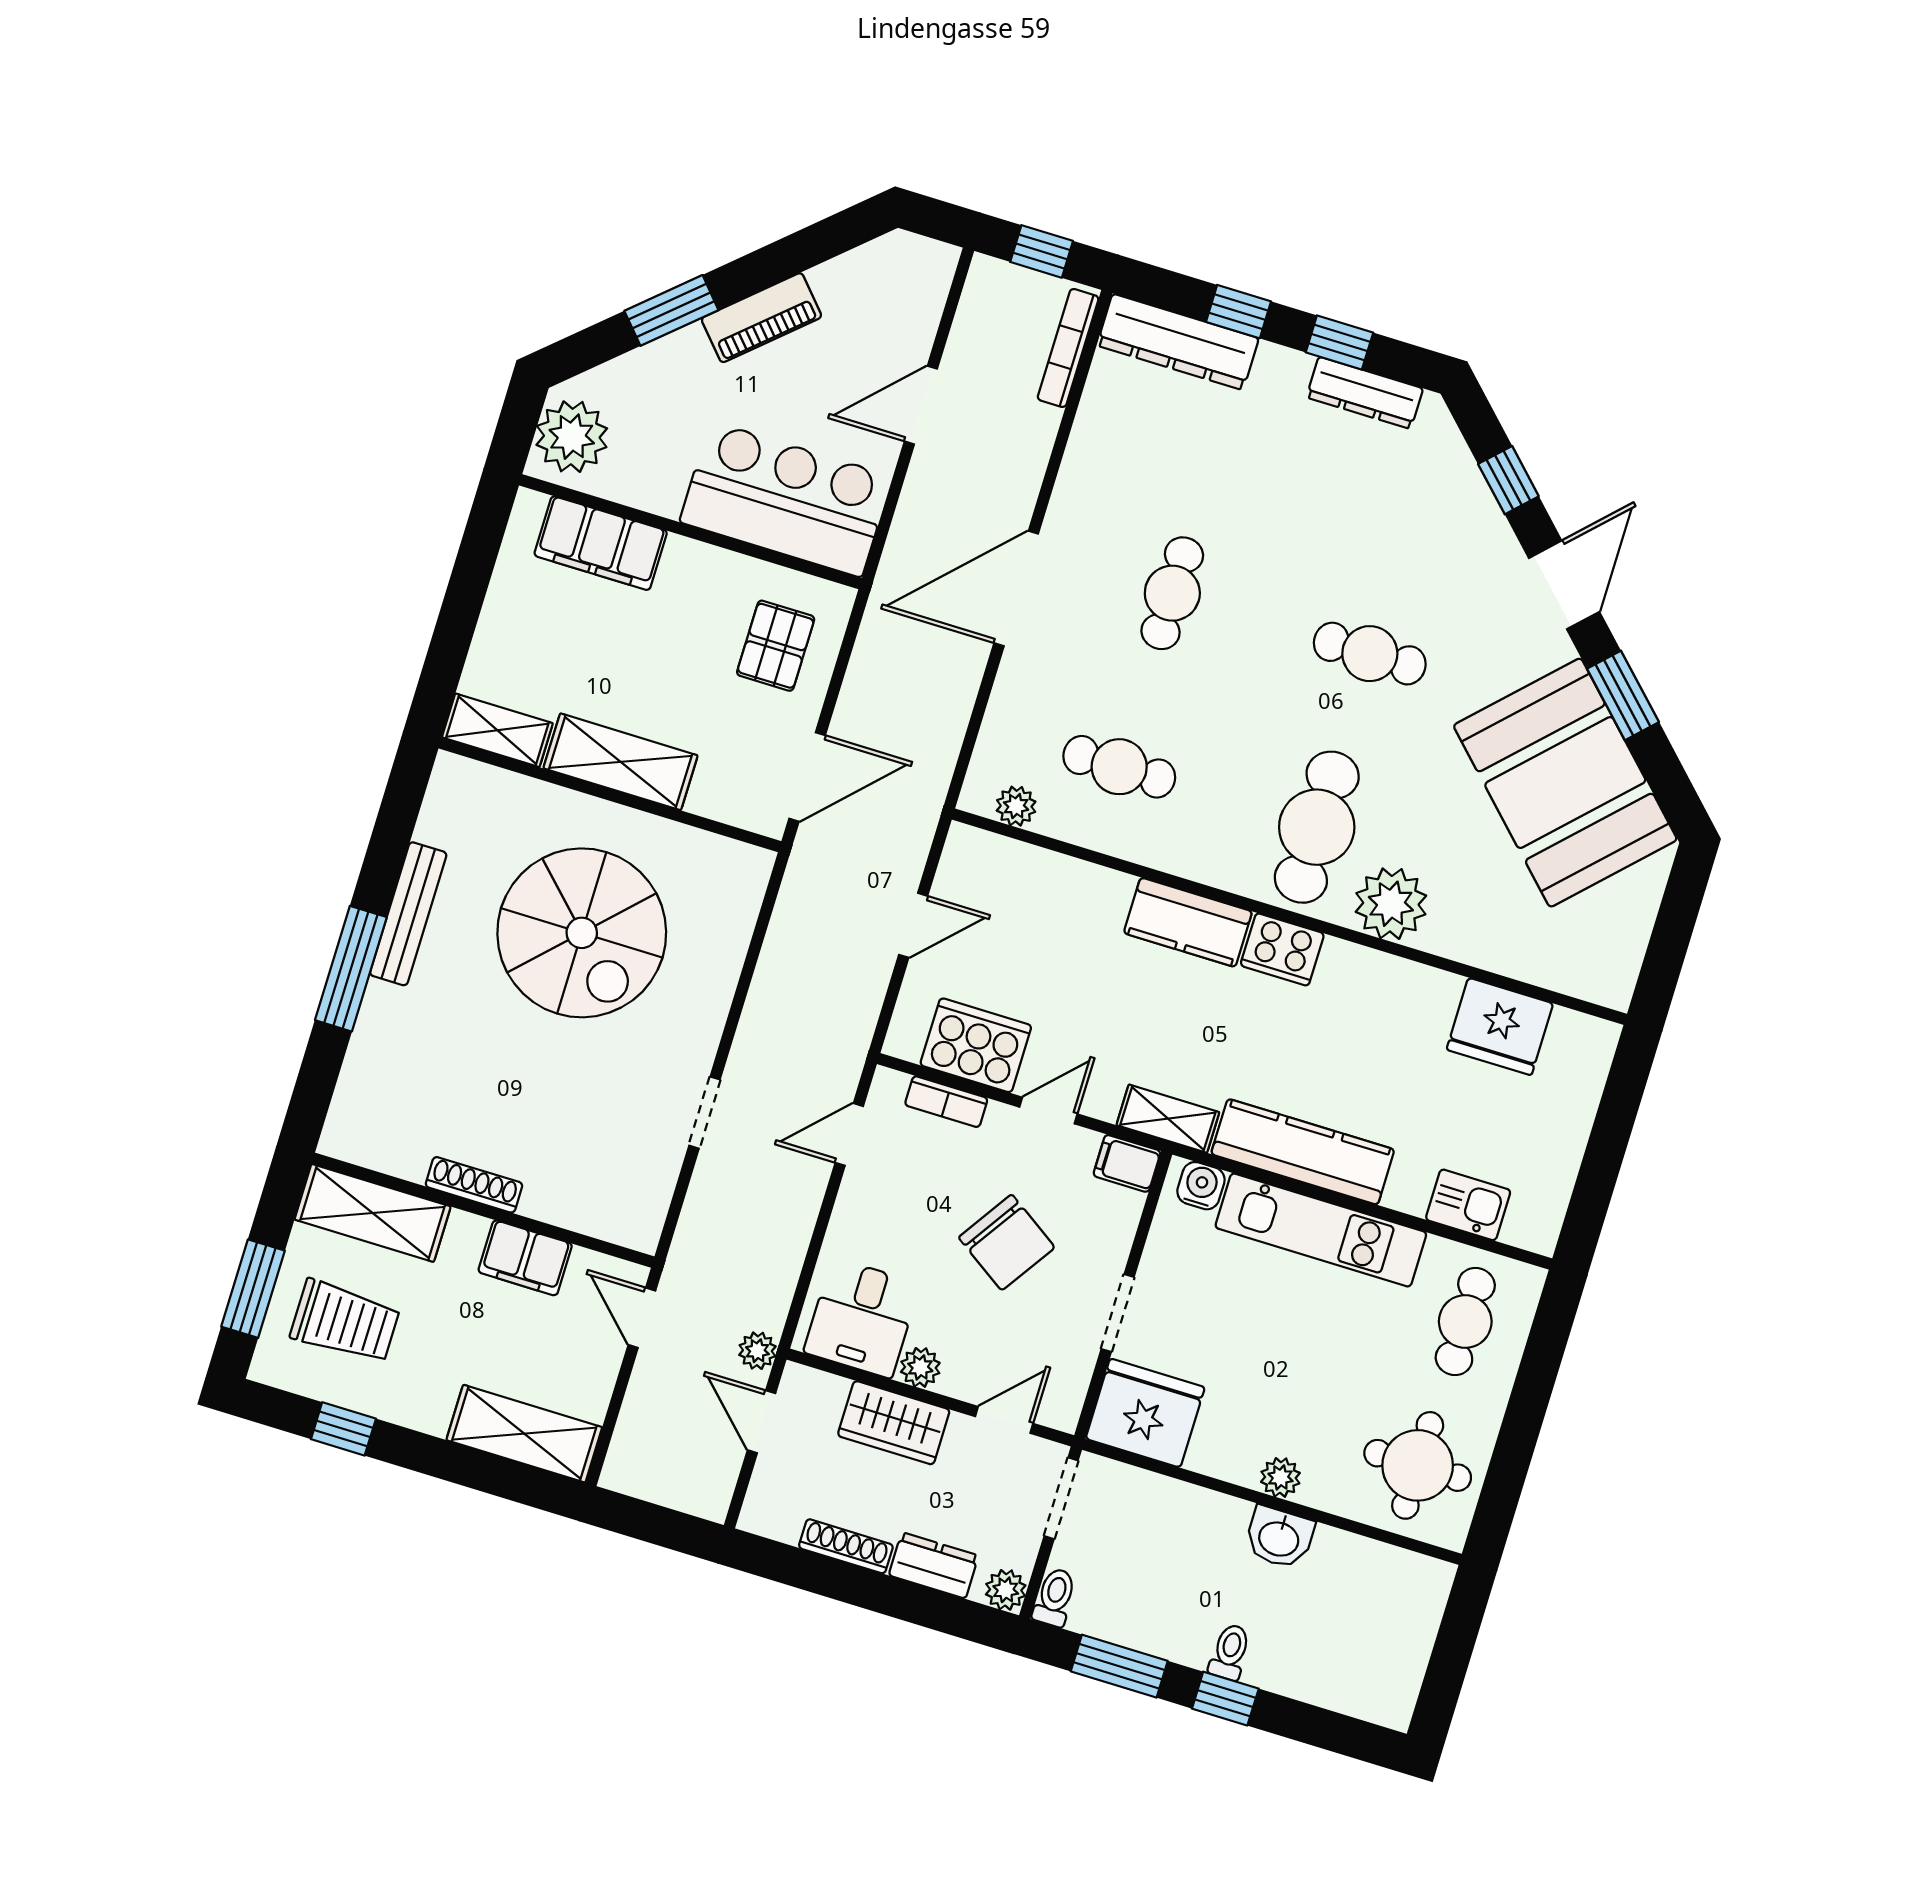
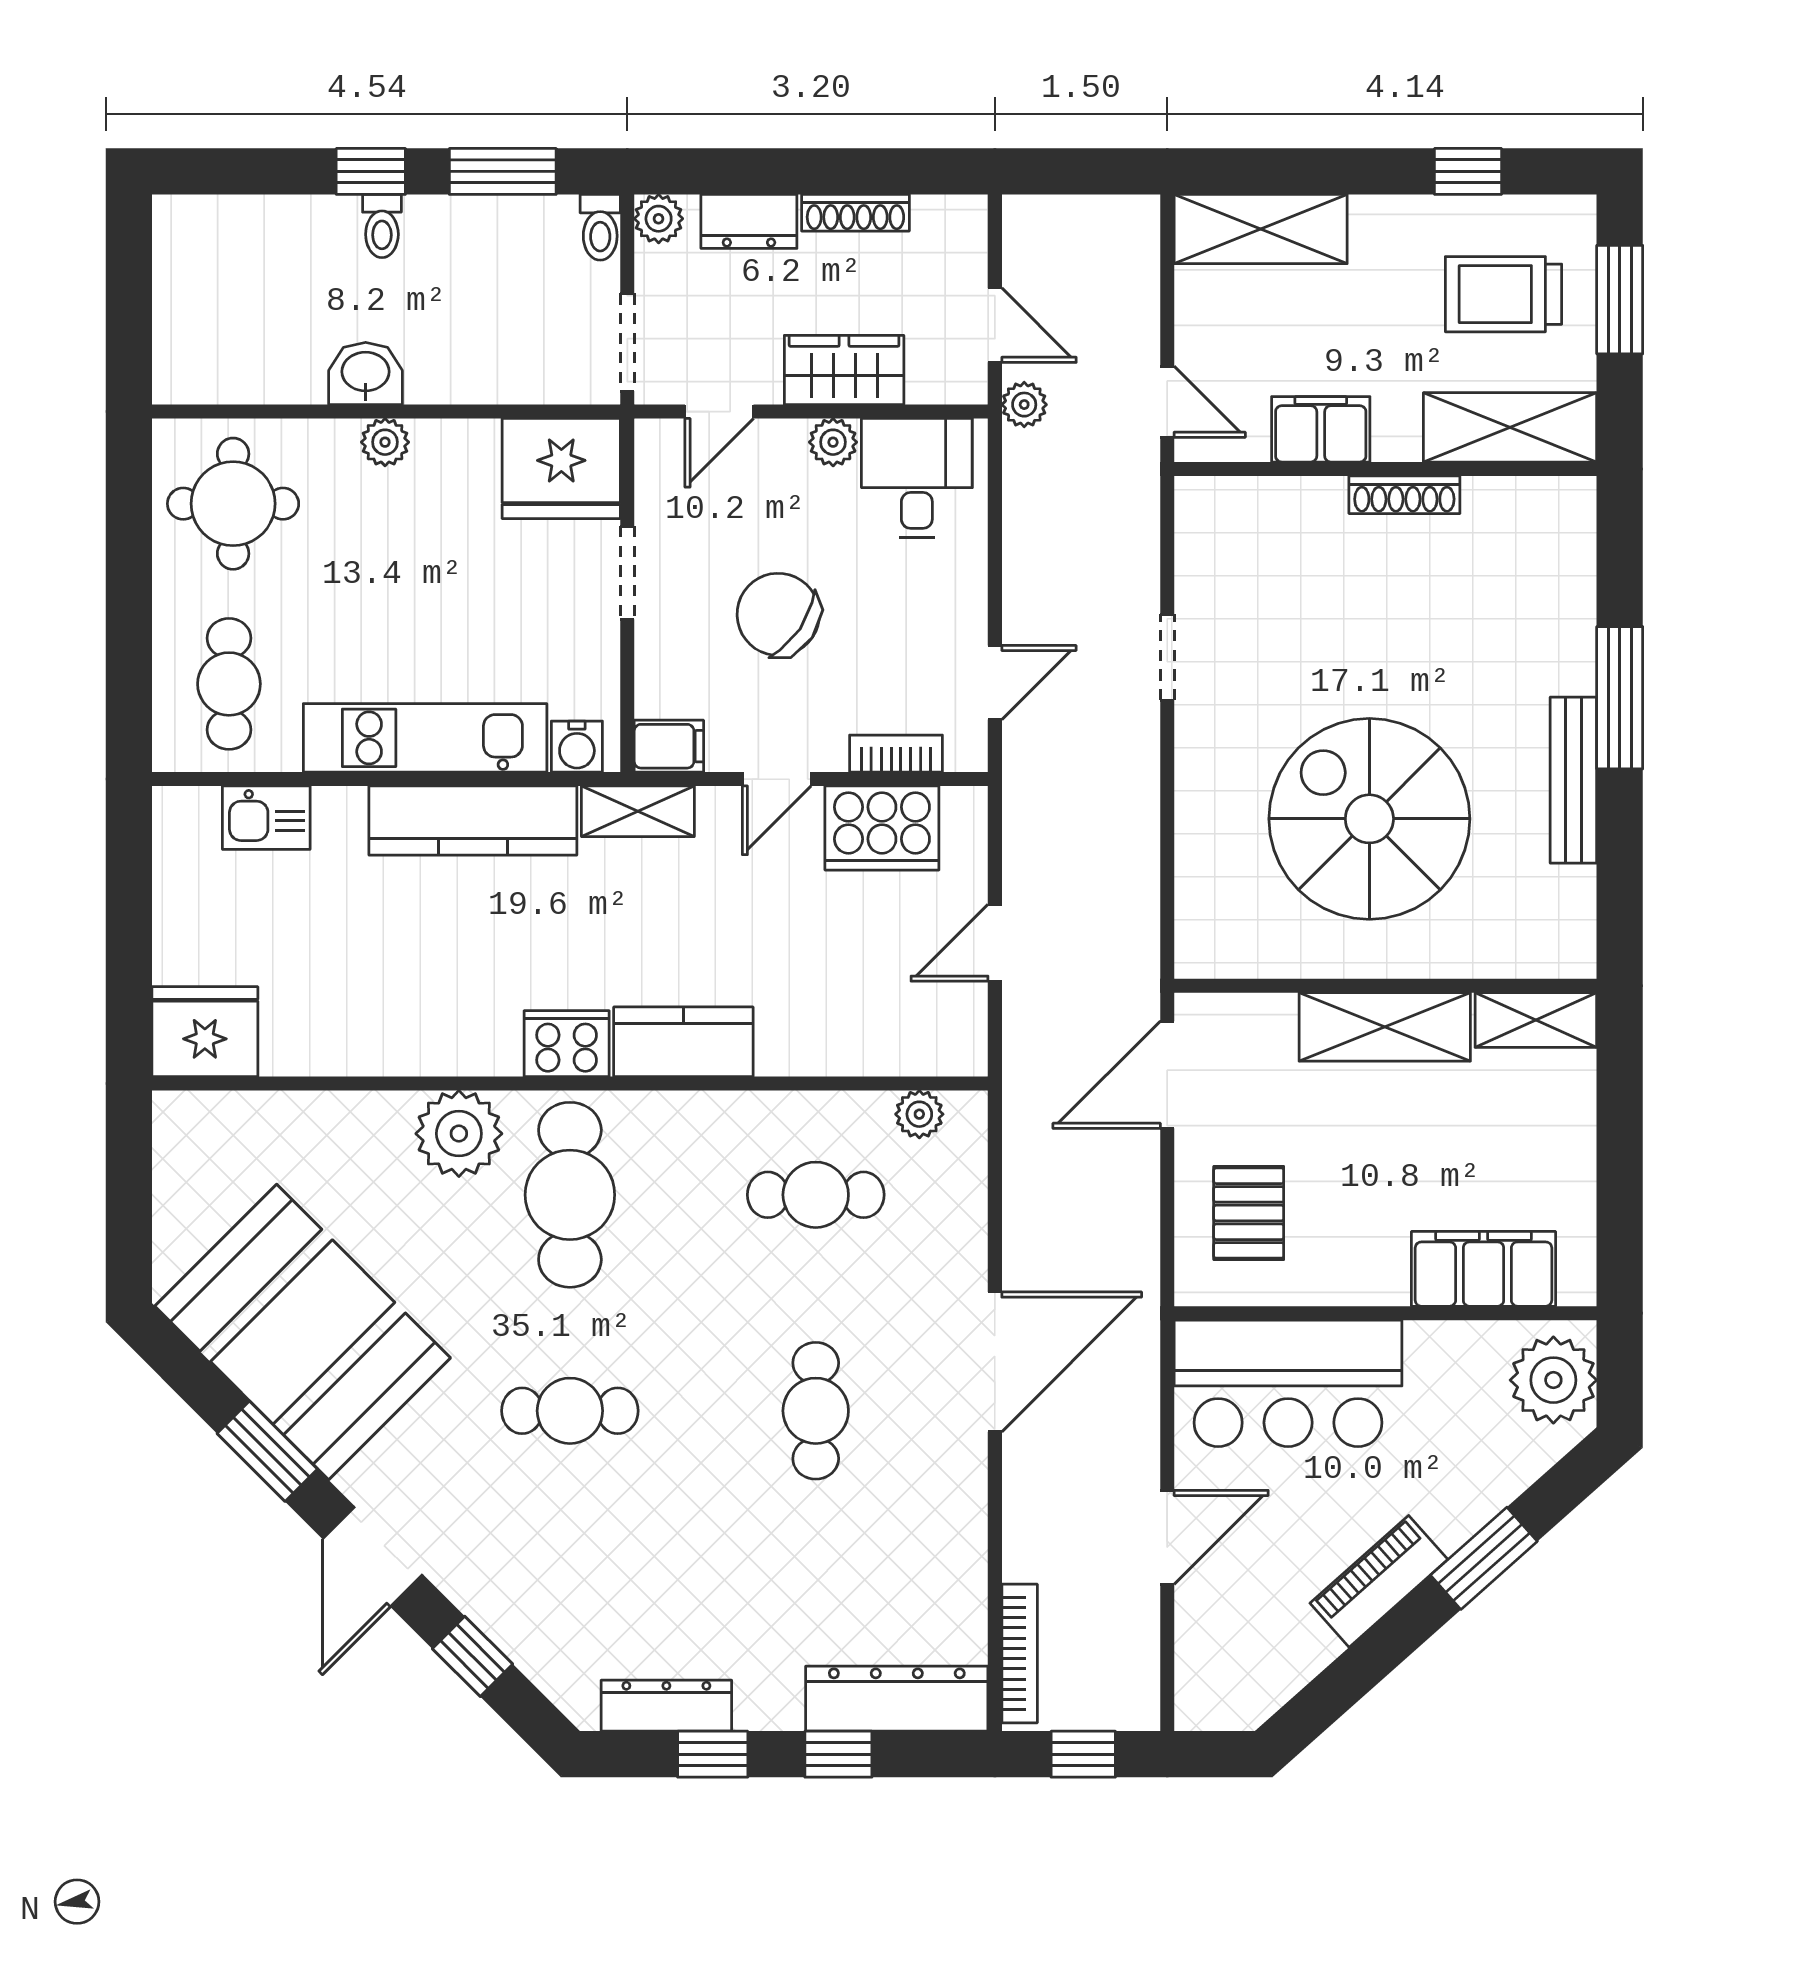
fridge: (1500, 1027) -> (205, 1032), moved

